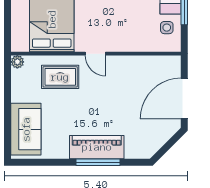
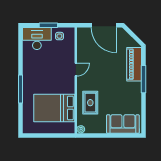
door: (95, 54) -> (76, 70), moved
piano: (97, 147) -> (134, 64), moved

